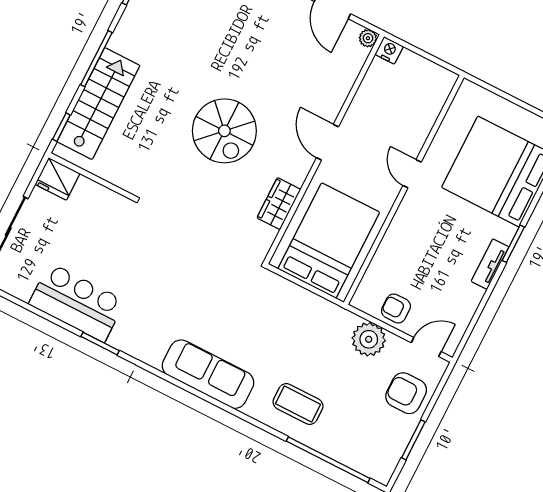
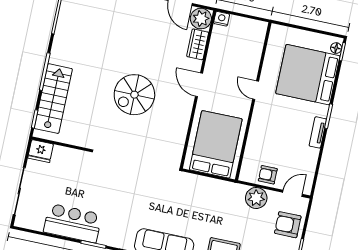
plant: (368, 38) -> (201, 19), width x1.87, depth x1.87
spiral stairs: (224, 131) -> (134, 95), turned 90
wardrobe: (279, 204) -> (198, 44), moved

